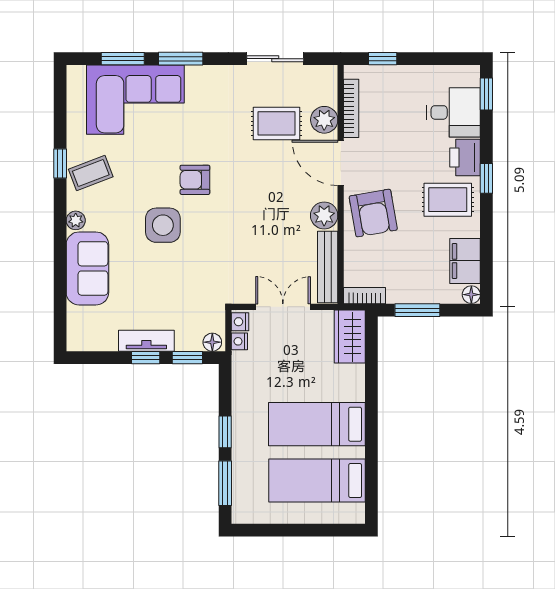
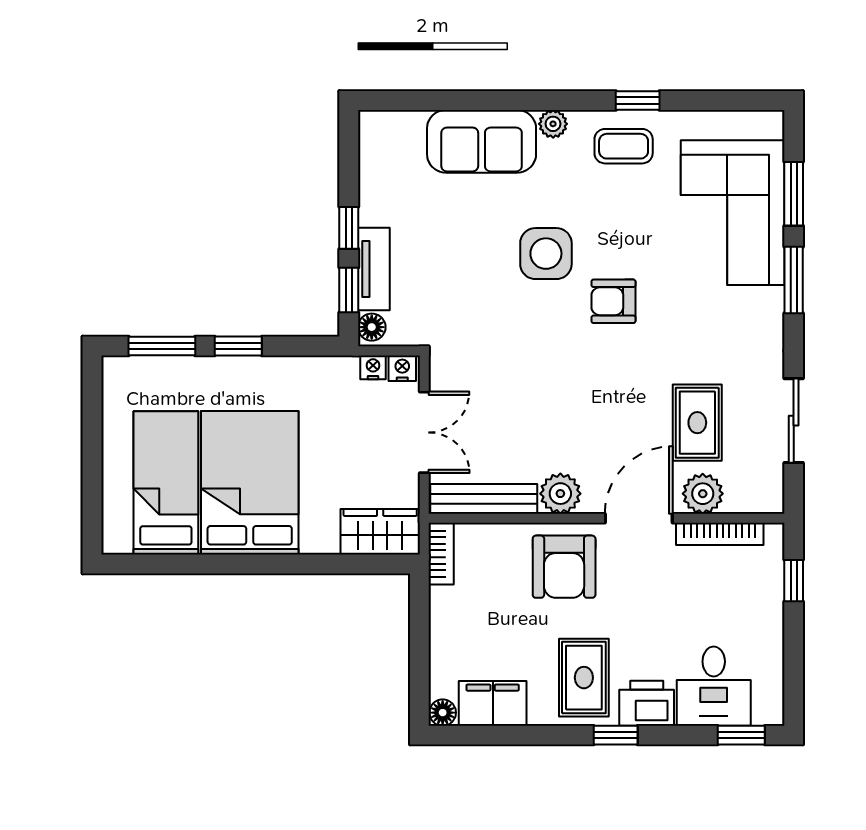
coffee table: (91, 173) -> (624, 146), turned -69
armchair: (195, 180) -> (613, 301), turned -90
armchair: (373, 213) -> (564, 567), turned -80
window: (417, 310) -> (419, 632), removed
tv unit: (146, 341) -> (374, 269), moved
bed: (317, 424) -> (250, 483), width x1.50

